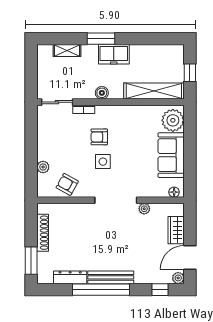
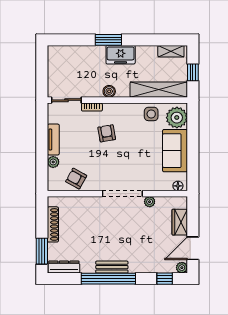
shelving: (67, 51) -> (171, 51), moved
armchair: (99, 137) -> (107, 133), turned 80
tv unit: (43, 143) -> (53, 140), added
side table: (103, 162) -> (151, 114), moved
dresser: (70, 277) -> (64, 267), moved
bench: (111, 277) -> (112, 267), width x0.73

